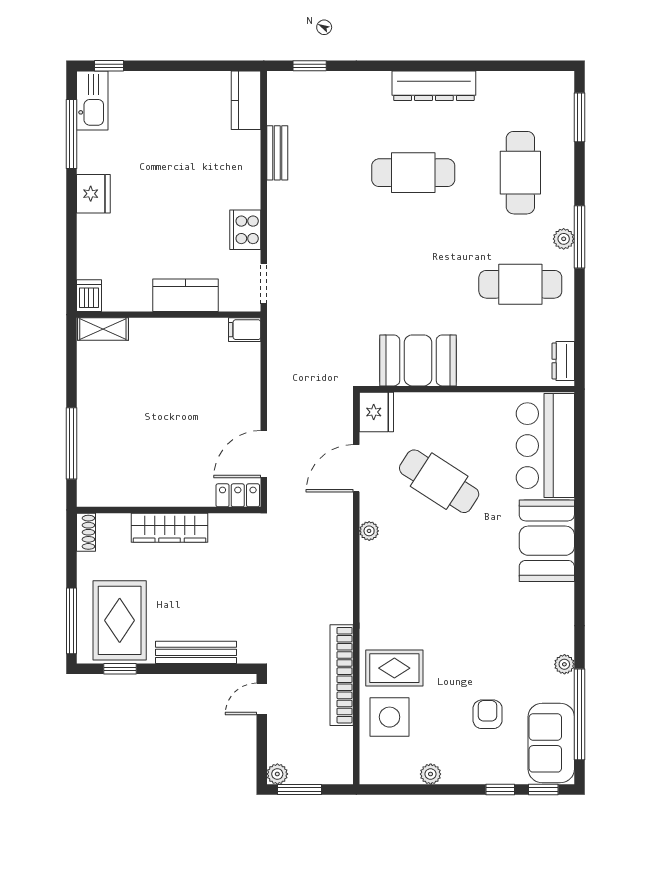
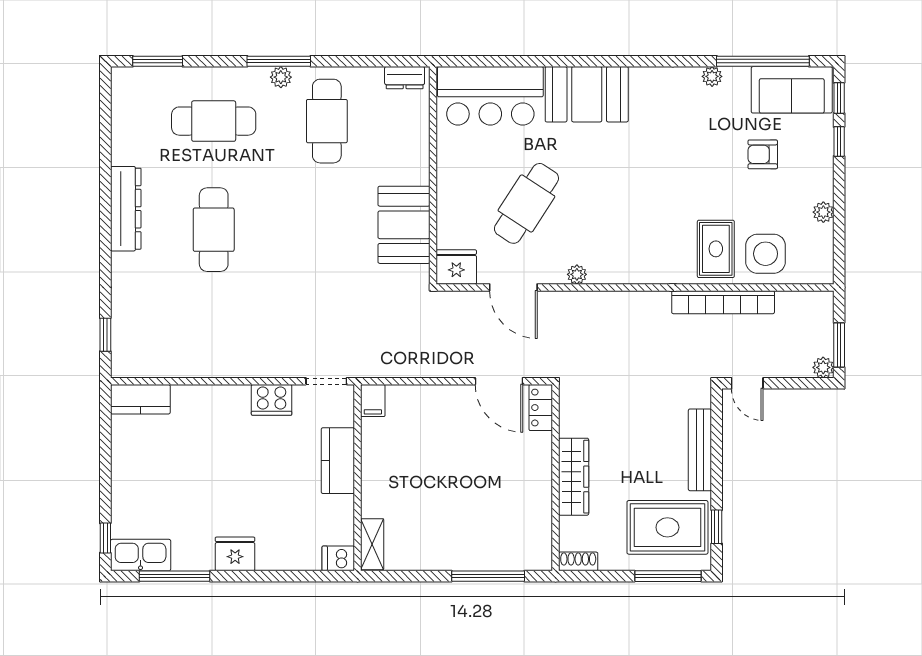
bench: (277, 153) -> (194, 367), removed

